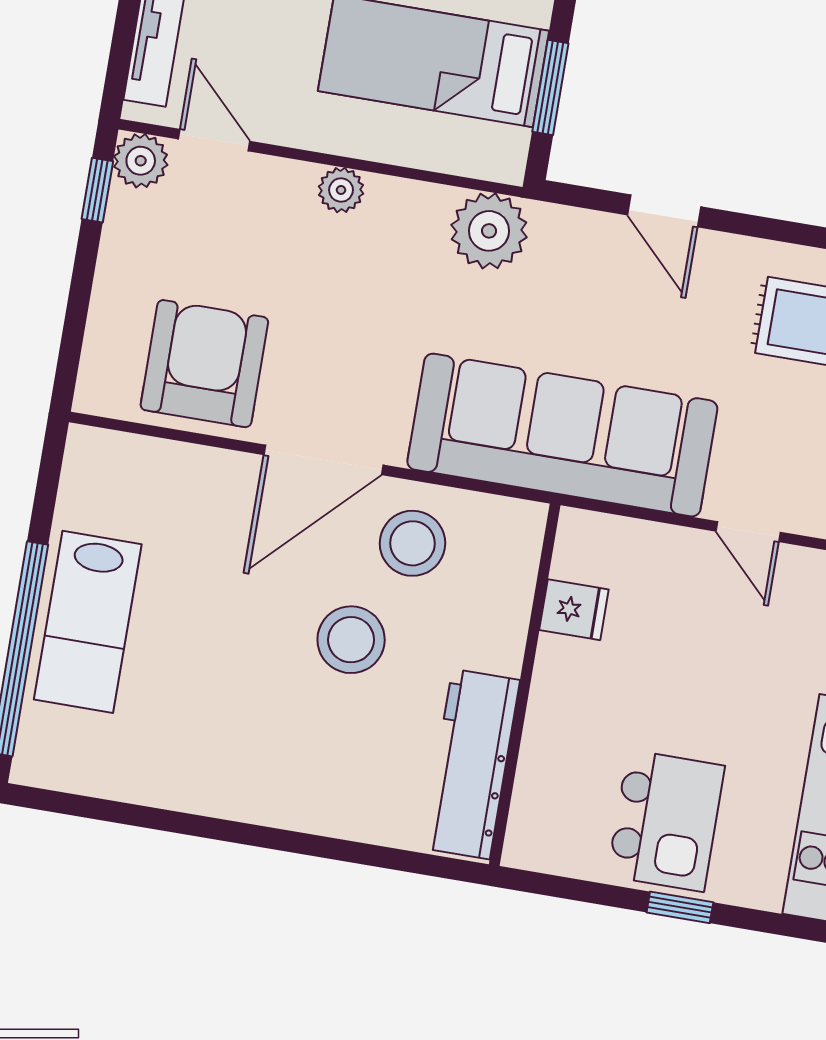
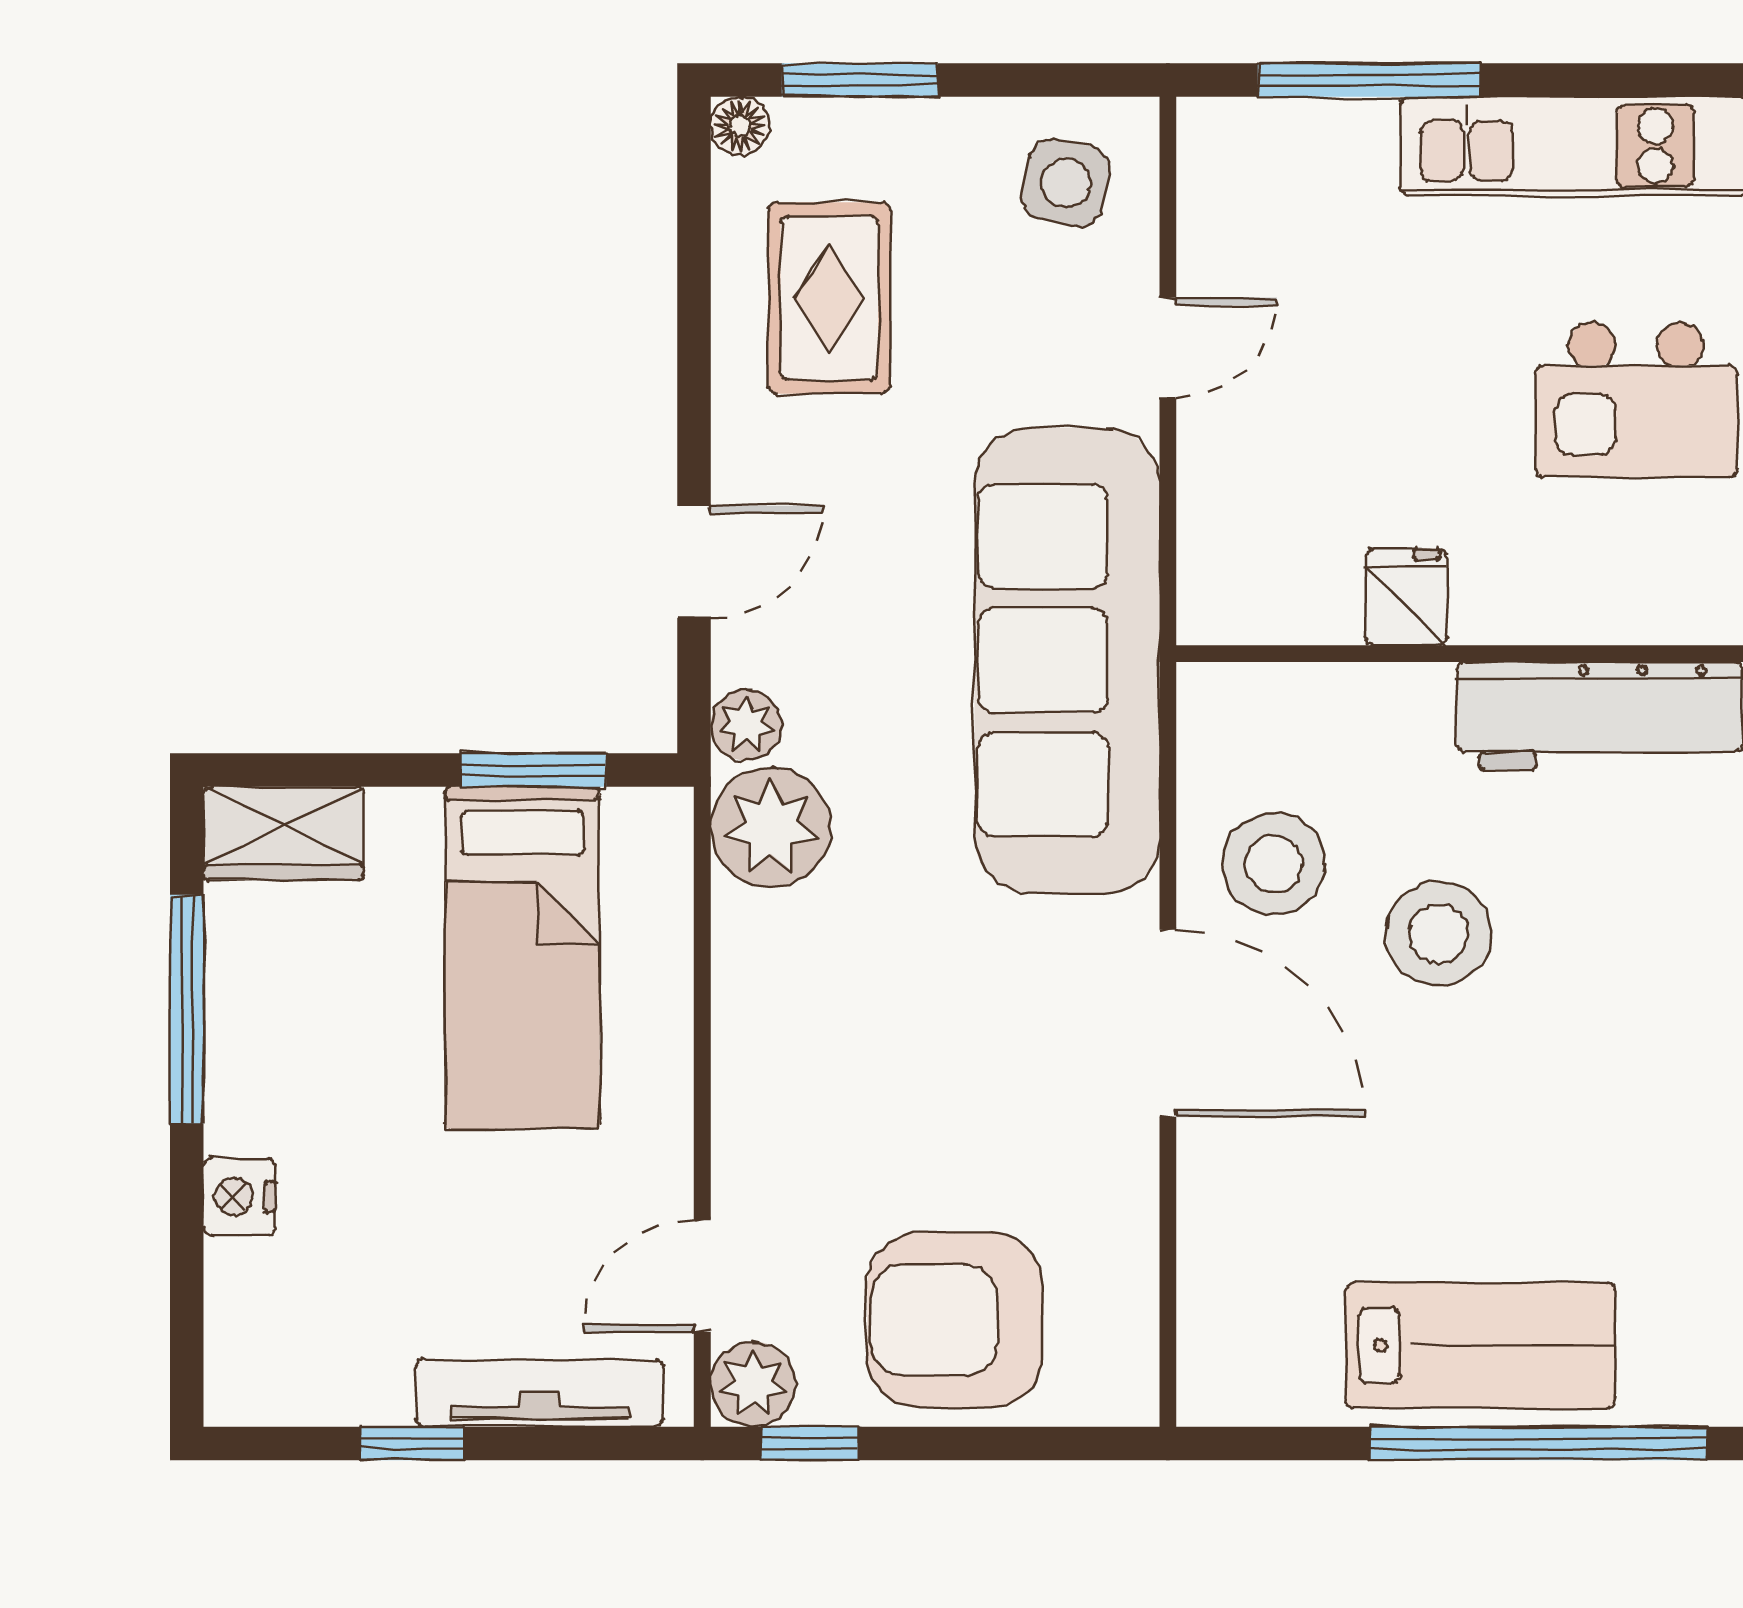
plant: (341, 190) -> (746, 725), moved
armchair: (204, 364) -> (955, 1320), moved
fridge: (574, 610) -> (1406, 597), moved
kitchen island: (666, 821) -> (1636, 400), turned 180

